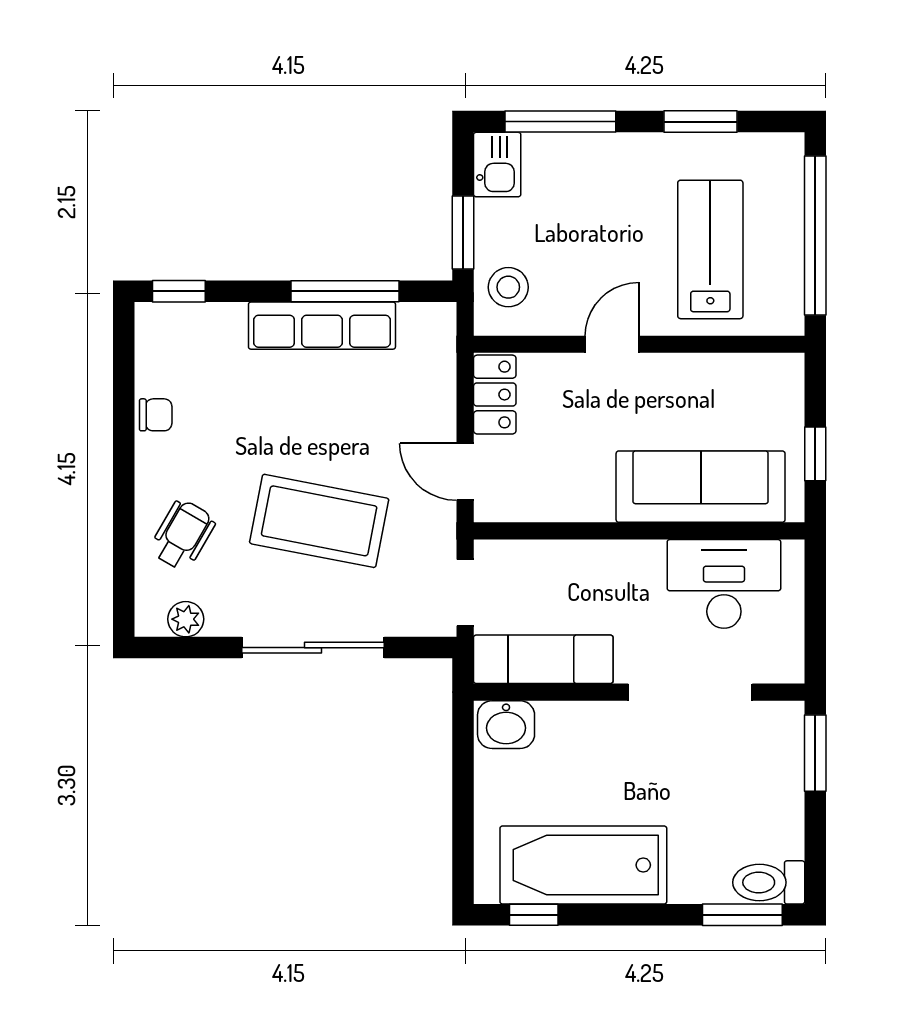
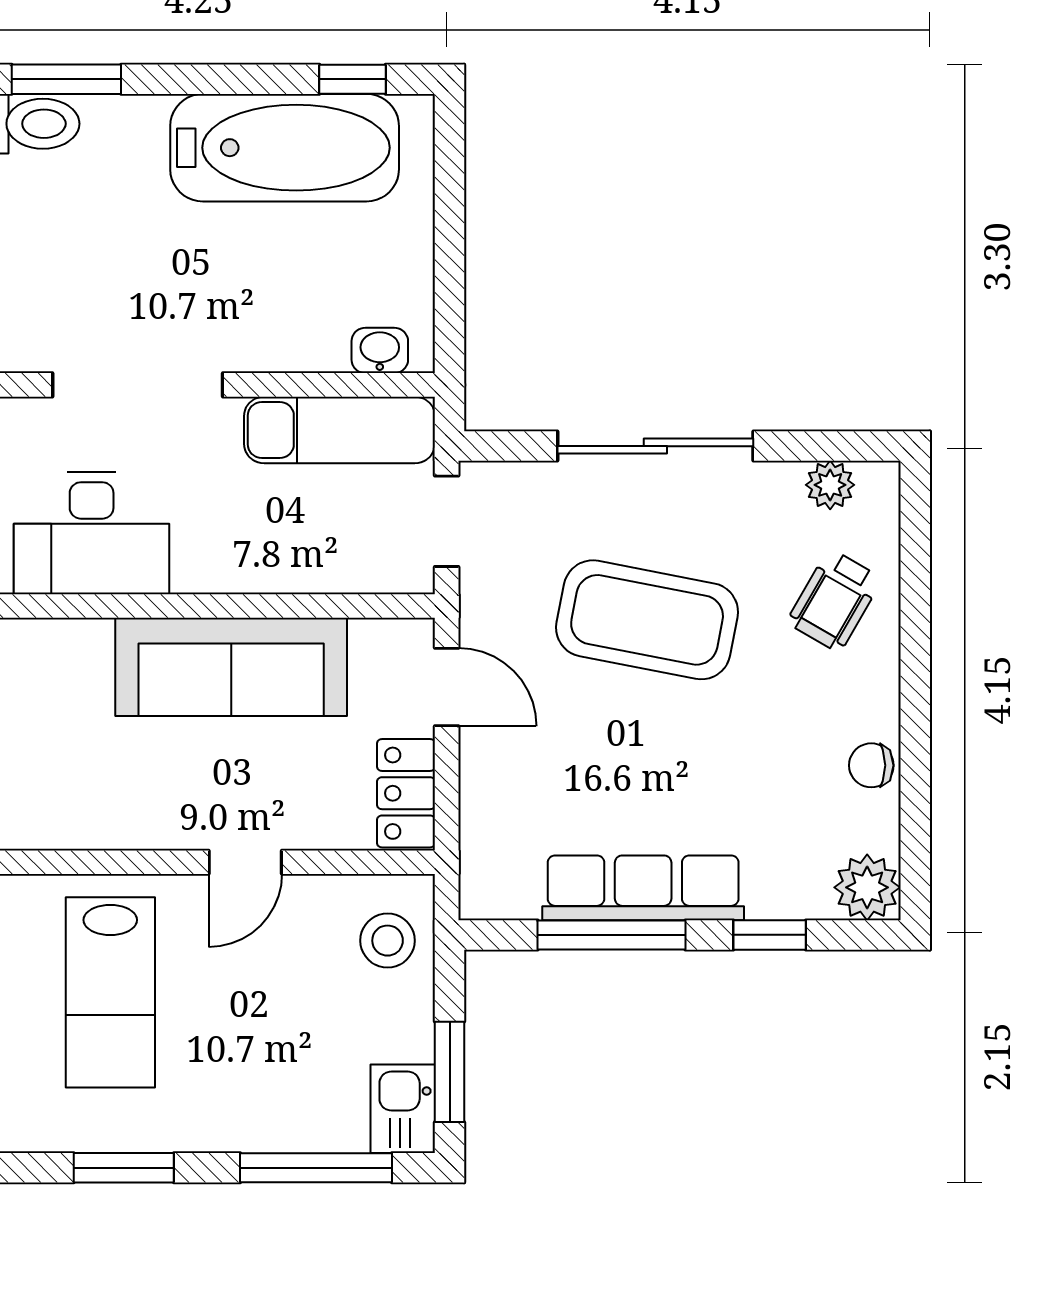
window: (463, 233) -> (450, 1072), moved
window: (179, 291) -> (770, 935), moved
plant: (159, 326) -> (867, 887), added
sofa: (701, 487) -> (231, 667), moved
washbasin: (506, 725) -> (380, 350), width x0.72, depth x0.69

